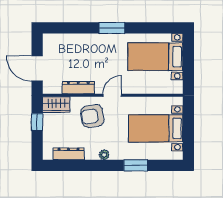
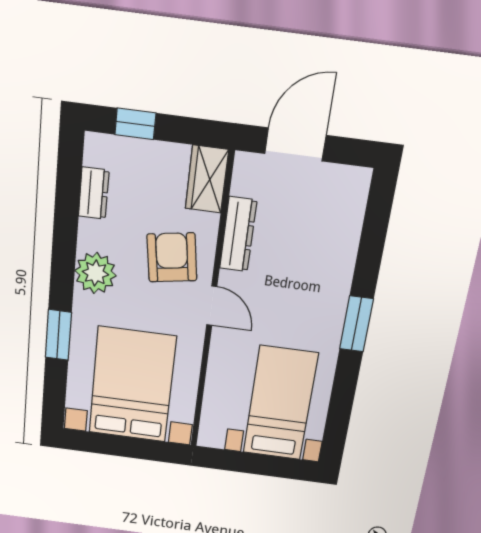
window: (37, 122) -> (135, 124), moved
bed with nightstands: (156, 128) -> (132, 385), width x1.36
dresser: (69, 154) -> (94, 193), width x0.70
plant: (104, 155) -> (95, 273), width x1.88, depth x1.88

